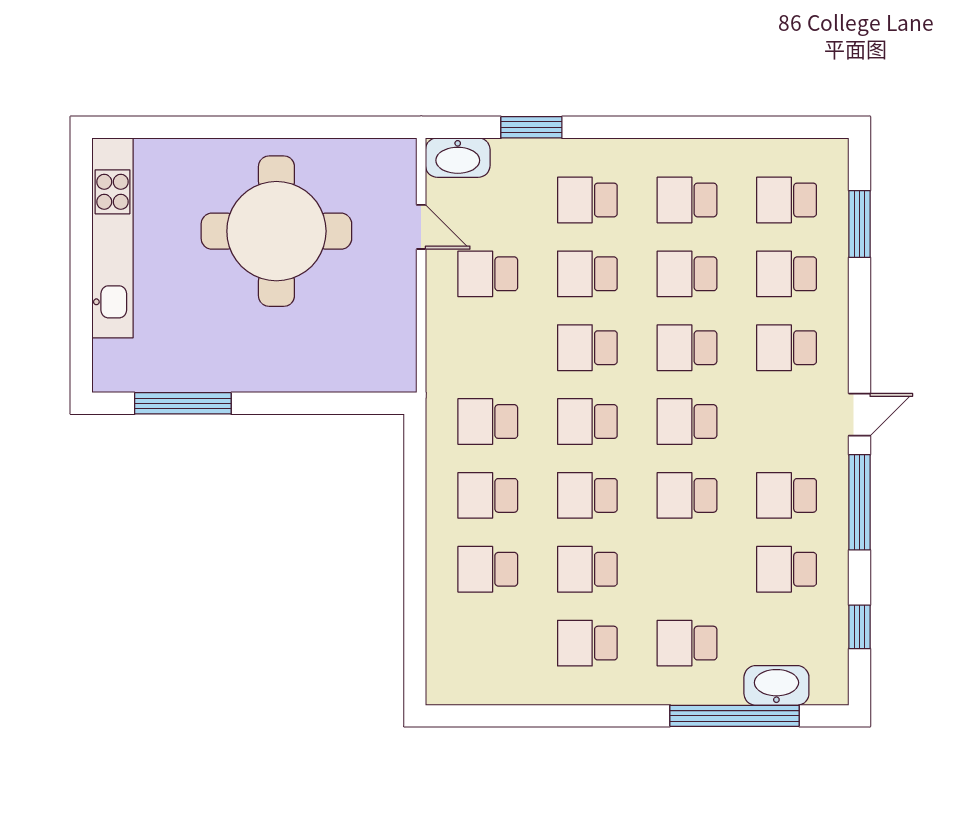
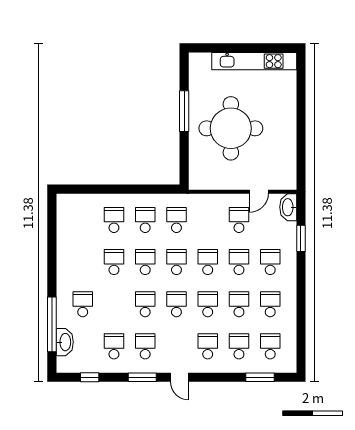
round table: (276, 231) -> (231, 128), moved
window: (183, 403) -> (184, 111), moved
window: (859, 502) -> (142, 377), width x0.69
school desk: (587, 643) -> (83, 262), removed

